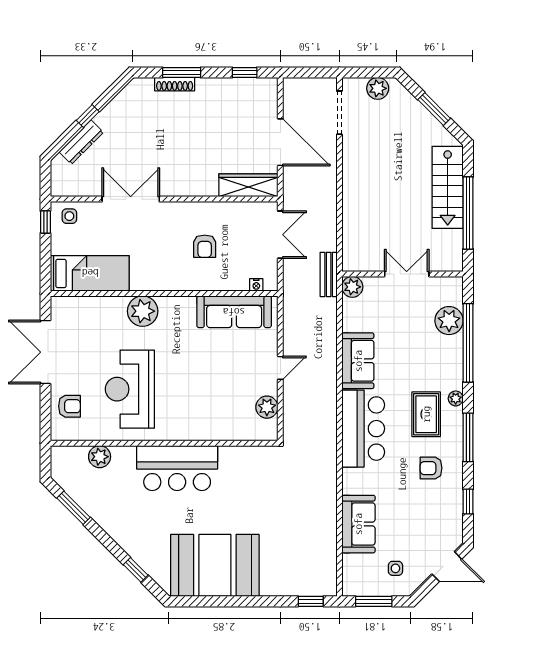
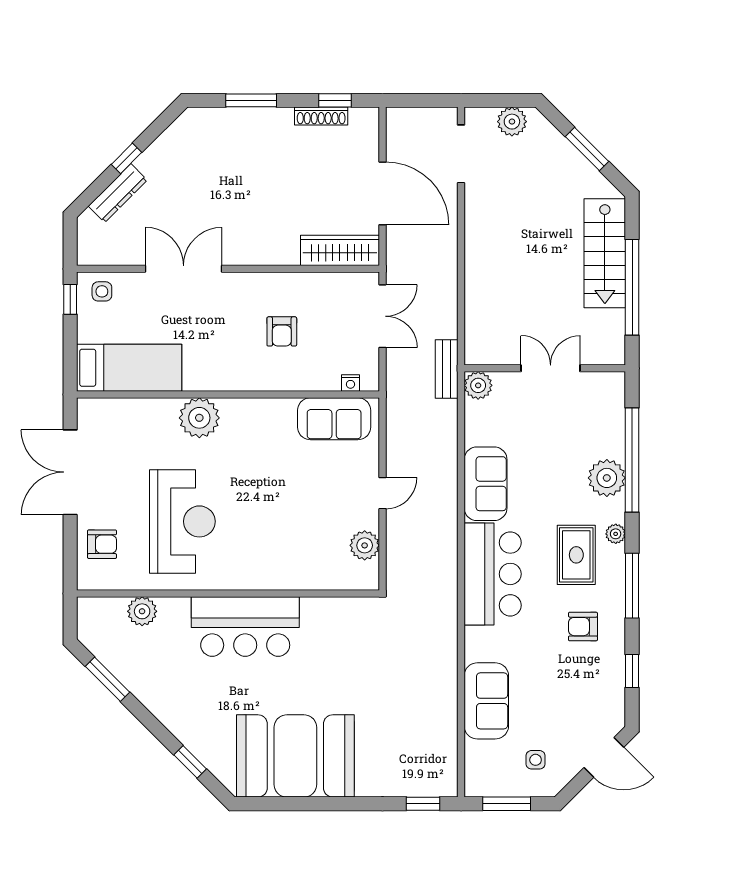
shoe rack: (175, 84) -> (321, 116), moved
sofa: (234, 312) -> (334, 419), width x0.73
plant: (449, 321) -> (607, 478), moved
reception desk: (130, 389) -> (182, 521), turned 180

